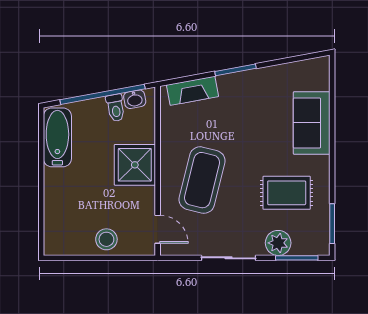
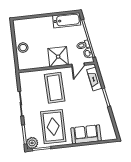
coffee table: (202, 180) -> (55, 88), turned 74
rug: (287, 193) -> (53, 127), width x1.36, depth x1.43
door: (158, 229) -> (78, 65), moved
plant: (278, 243) -> (32, 143), moved

